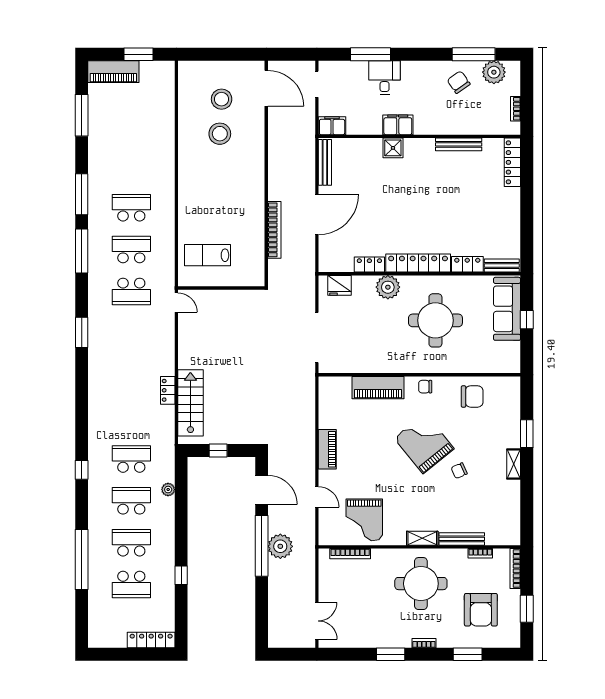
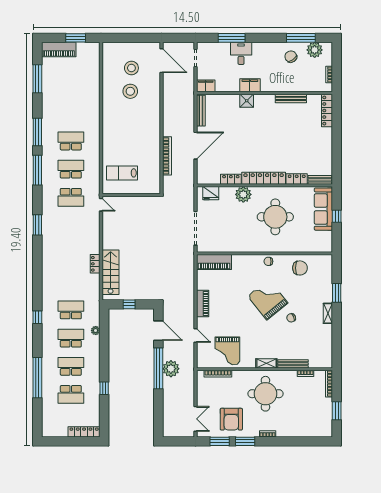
piano: (378, 388) -> (214, 262), moved
armchair: (481, 610) -> (231, 419), moved
window: (468, 654) -> (220, 441), moved

